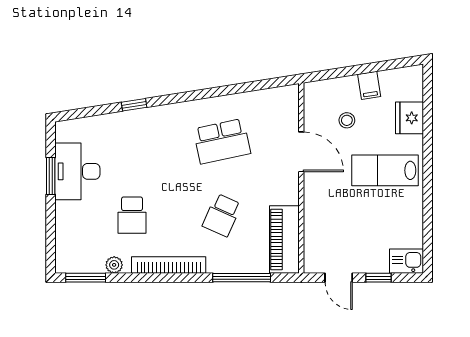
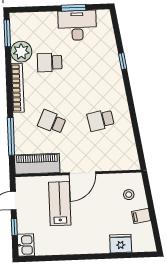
stool: (347, 120) -> (129, 195), moved
school desk: (222, 141) -> (101, 120), width x0.54
door: (301, 152) -> (82, 173), moved
lab bench: (385, 170) -> (60, 204), moved
plant: (114, 265) -> (21, 52), width x1.88, depth x1.88

